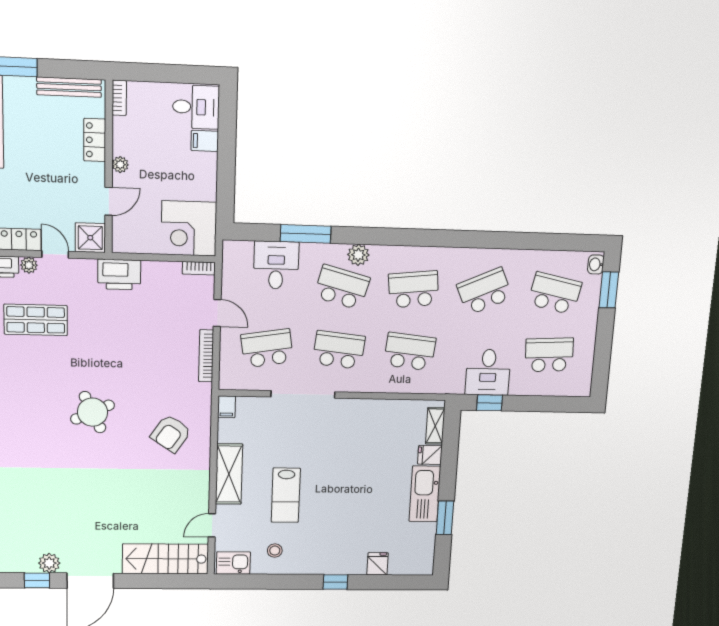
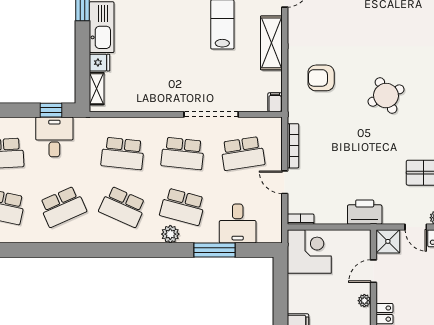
school desk: (414, 289) -> (123, 207), turned 30
armchair: (171, 434) -> (321, 78), turned -124

